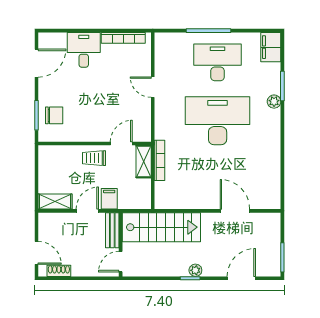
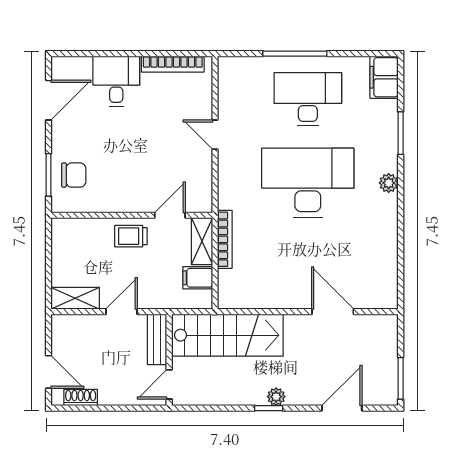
plant: (274, 102) -> (389, 183), moved
filing cabinet: (109, 199) -> (198, 278), moved, turned -90

